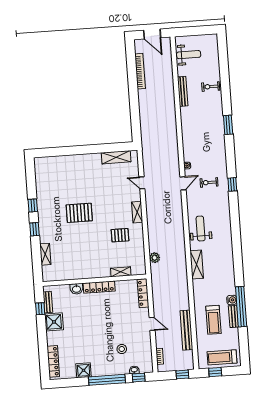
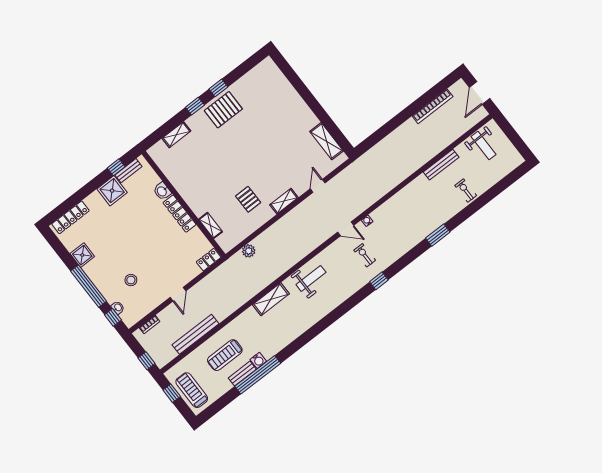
pallet: (79, 213) -> (223, 110), moved, turned 90
locker: (143, 293) -> (209, 260), width x0.66

